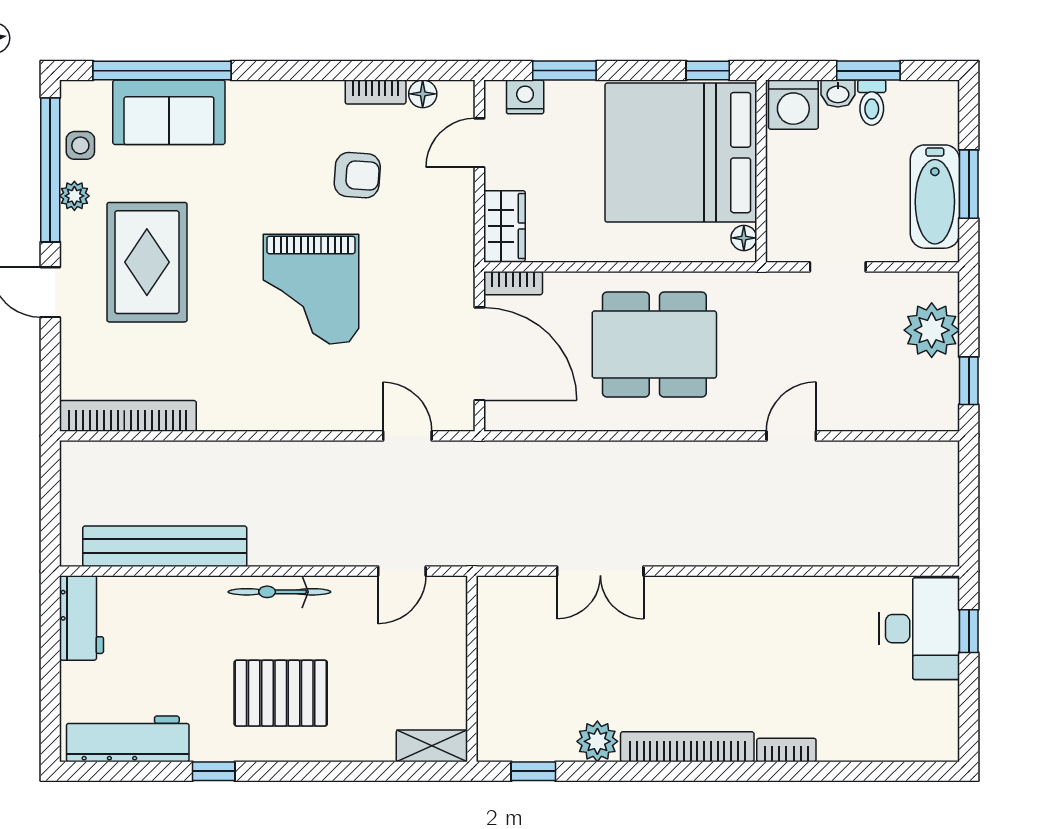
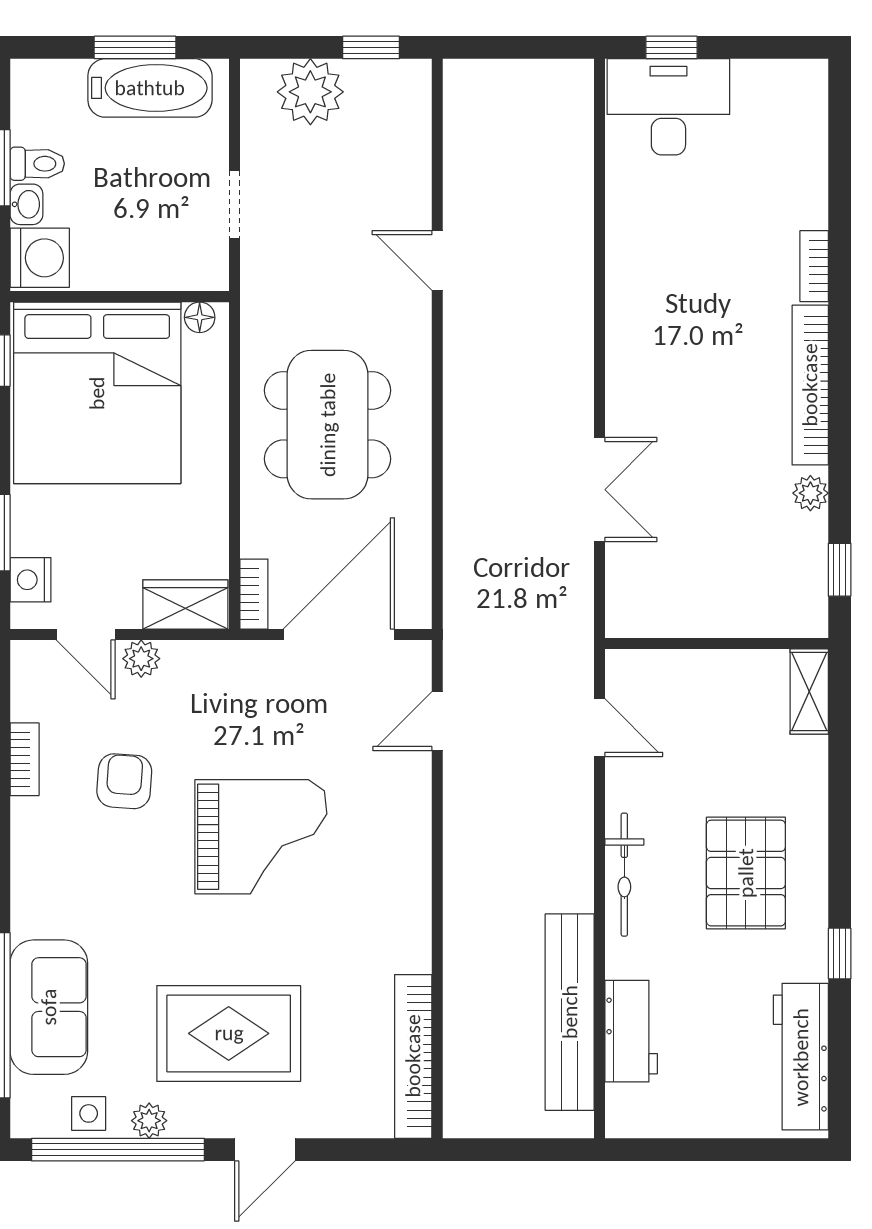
floor lamp: (423, 94) -> (27, 703), removed
plant: (459, 189) -> (141, 659), added
workbench: (81, 618) -> (631, 1031), moved, turned 90
plant: (597, 741) -> (810, 493), width x0.73, depth x0.73

